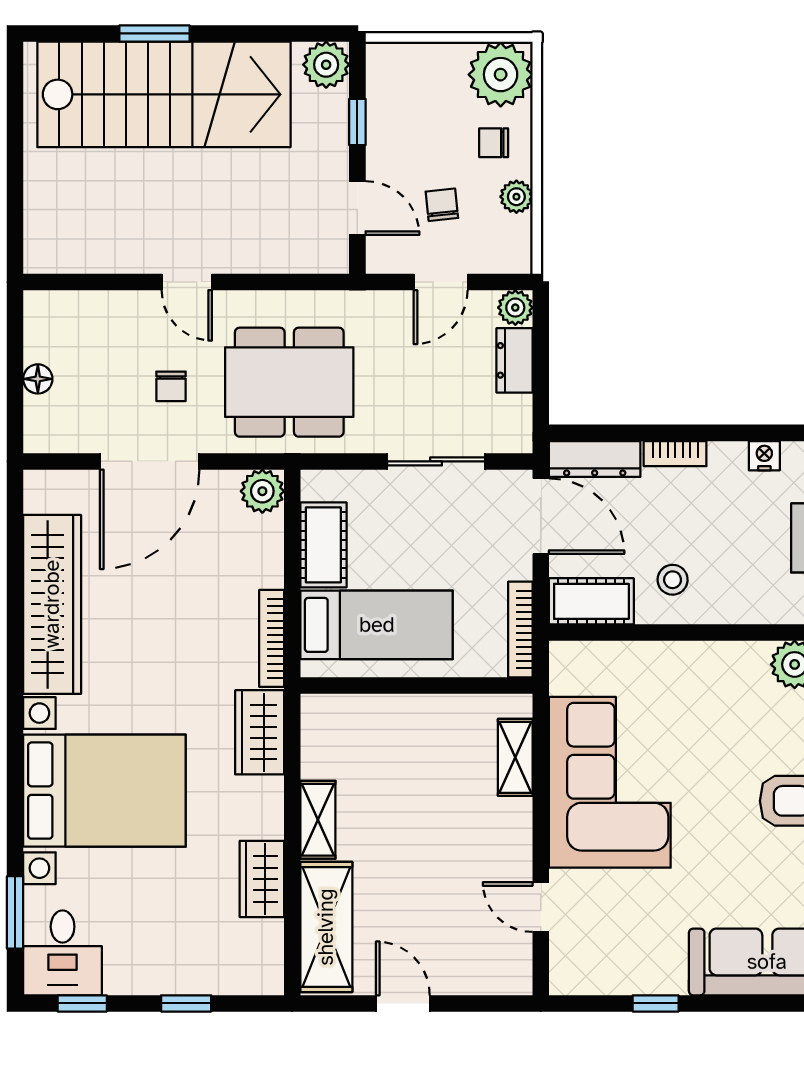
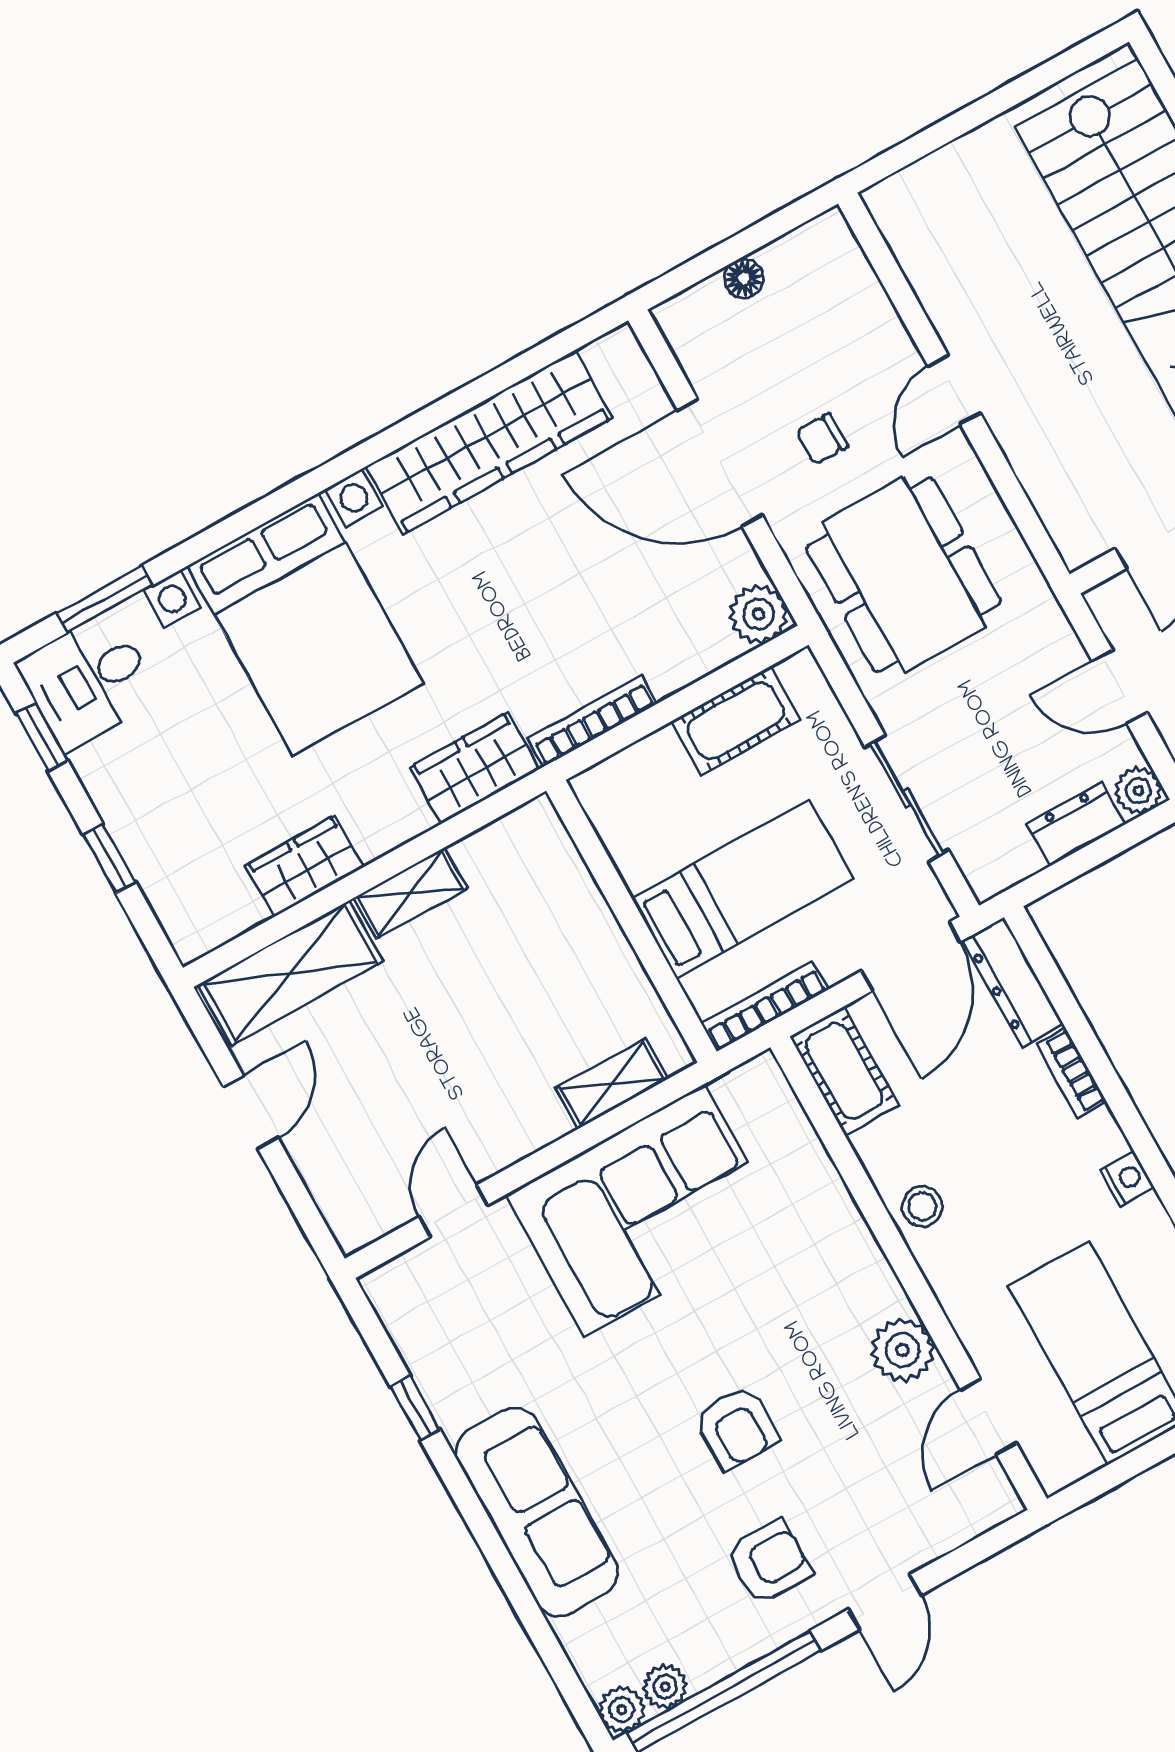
stool: (673, 580) -> (922, 1206), moved
bed: (377, 625) -> (743, 889), moved, turned -90

